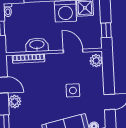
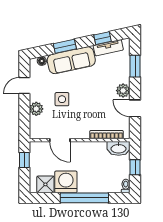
washbasin: (37, 45) -> (119, 148), moved
plant: (96, 61) -> (36, 109), moved

